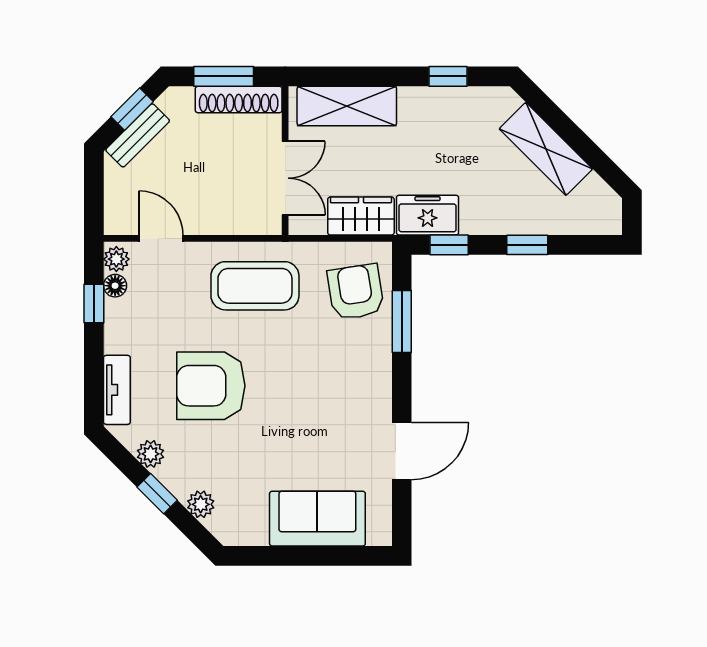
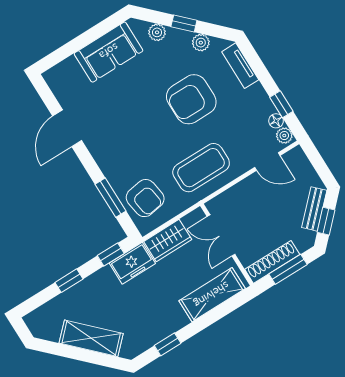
armchair: (211, 386) -> (191, 99), turned 180
sofa: (317, 519) -> (109, 52), moved

